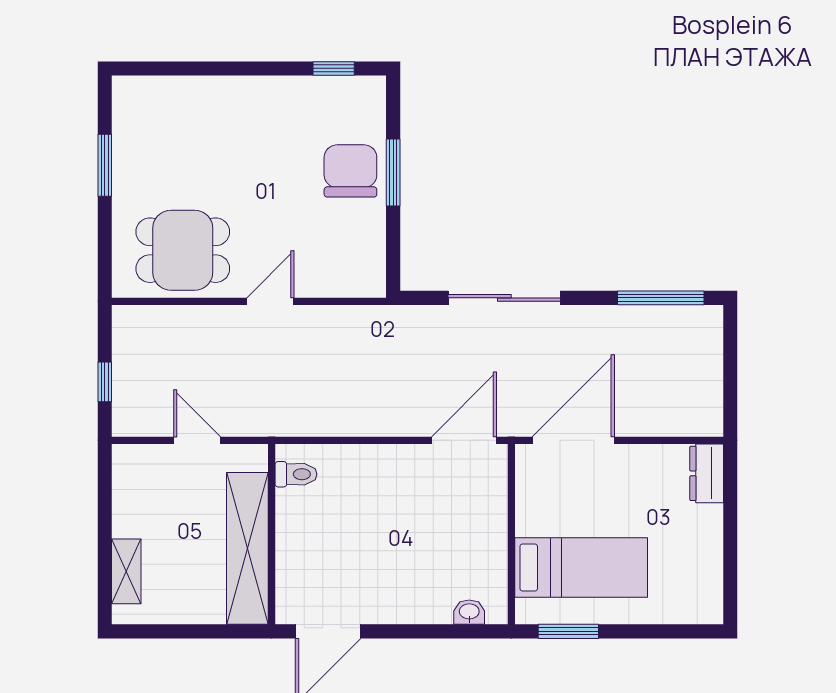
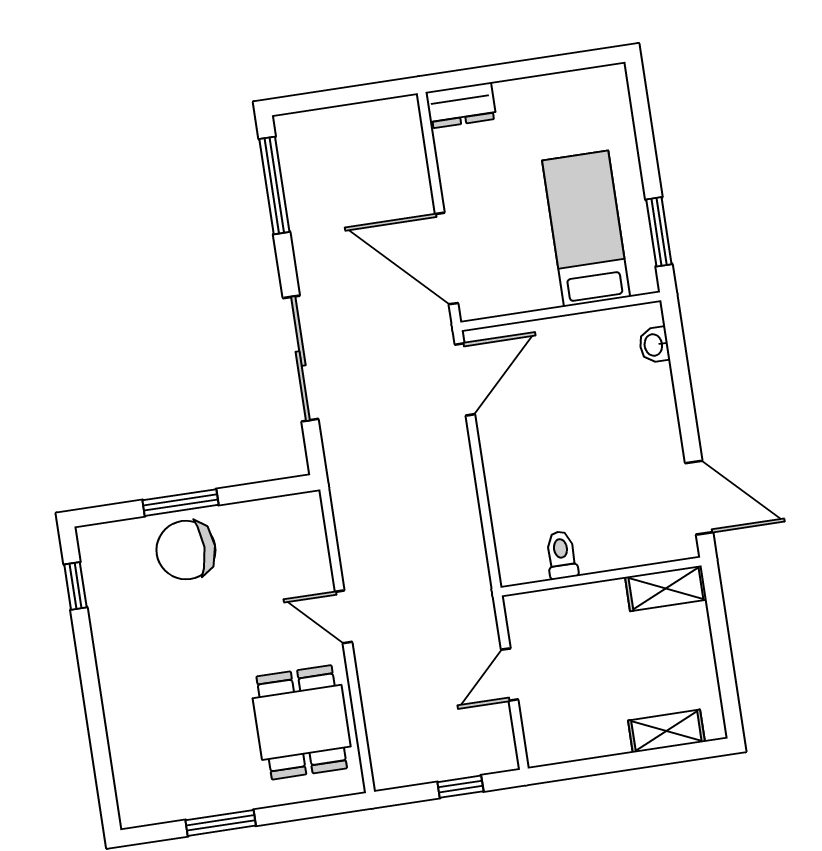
door: (464, 440) -> (465, 379), swing flipped
toilet: (296, 474) -> (561, 555), moved
shelving: (247, 548) -> (666, 588), width x0.45, depth x0.75

